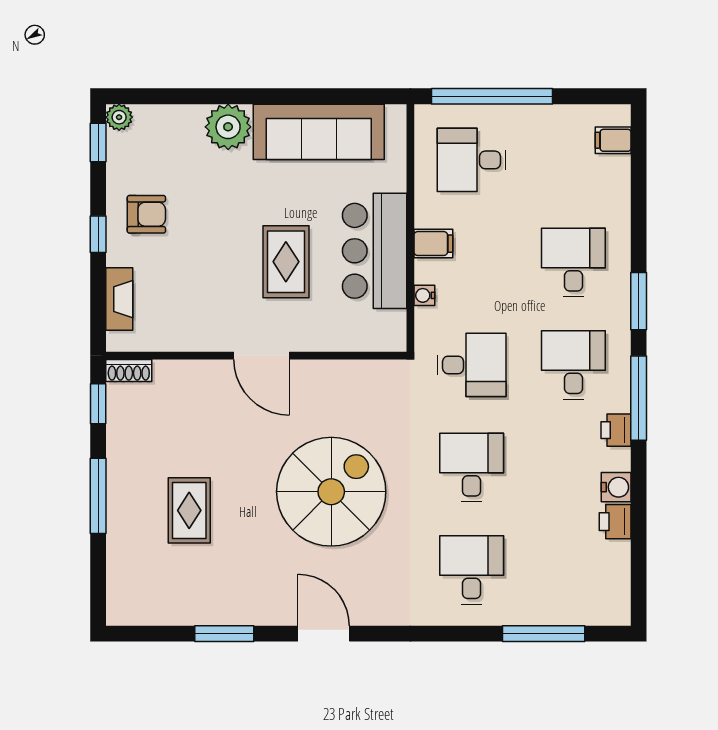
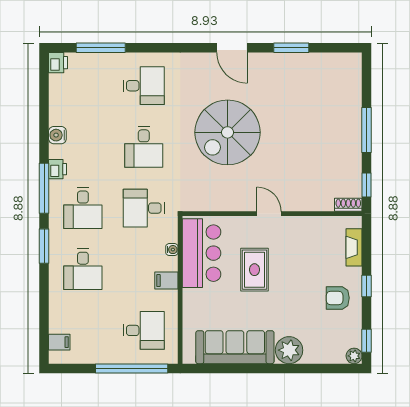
bar counter: (375, 251) -> (202, 253), moved
door: (262, 356) -> (269, 214), width x0.73
rug: (189, 510) -> (312, 121), removed
printer: (615, 522) -> (58, 63), moved
desk: (472, 570) -> (144, 86), turned -90

